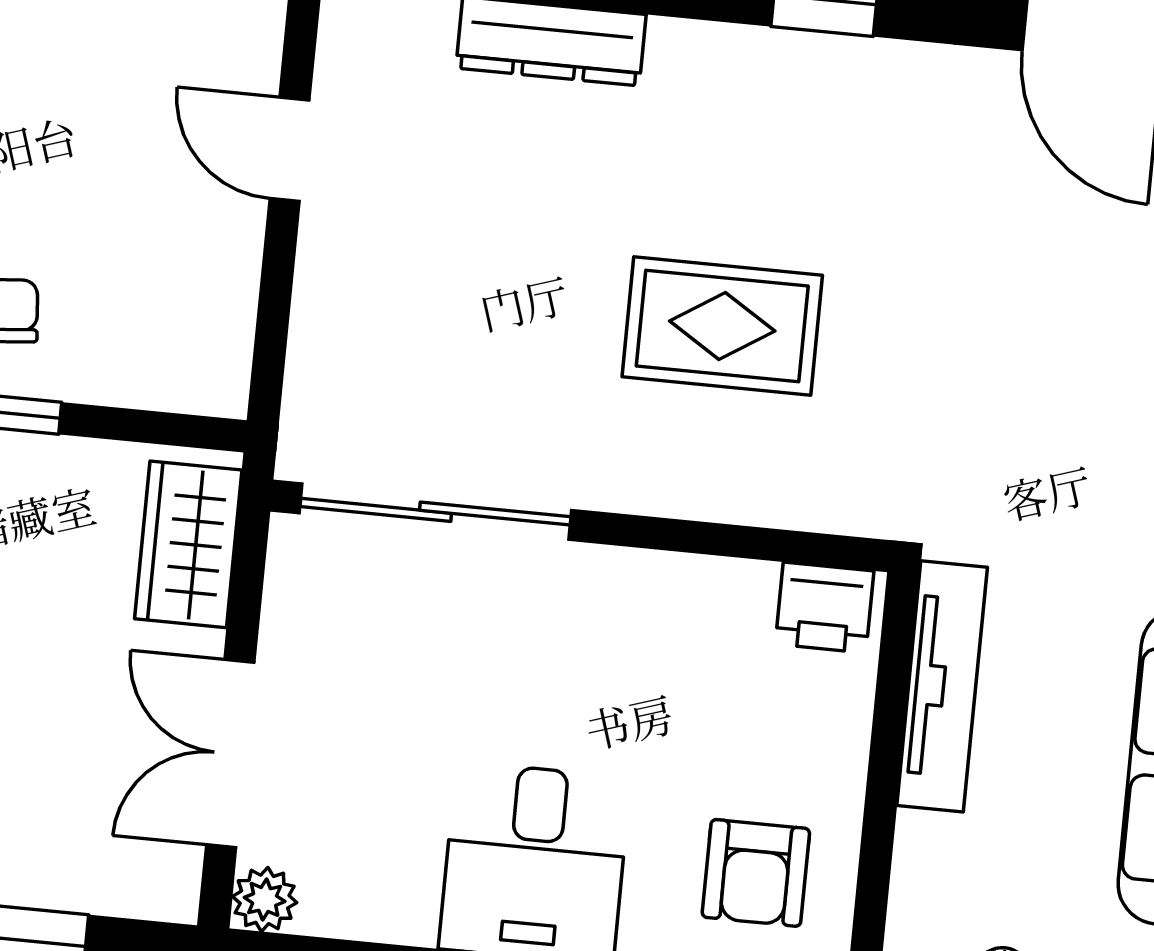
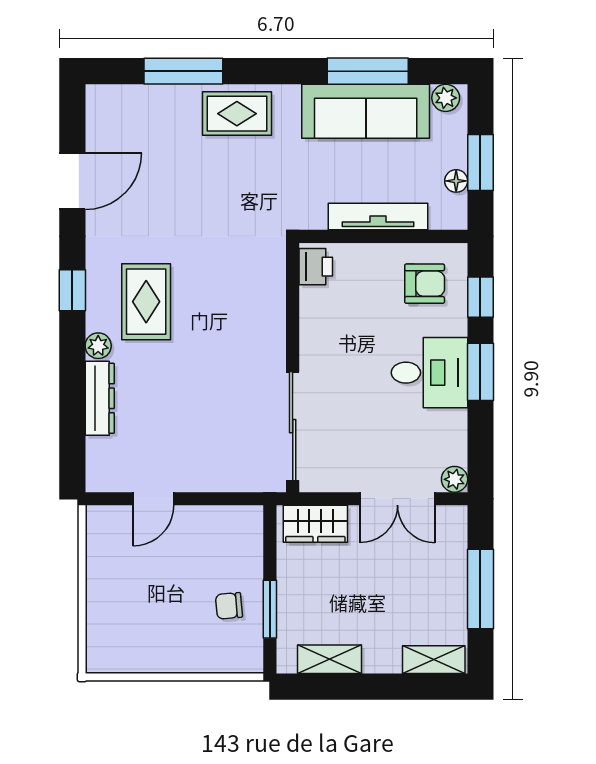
plant: (681, 50) -> (98, 346), added
rug: (722, 326) -> (146, 302), moved
tv unit: (942, 686) -> (378, 216), moved

